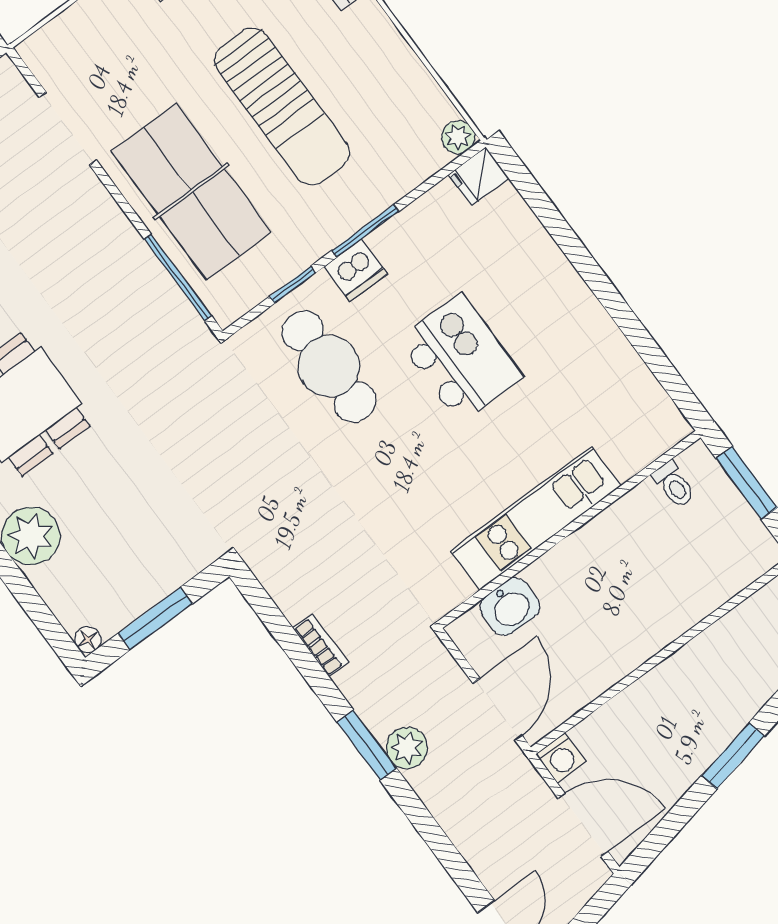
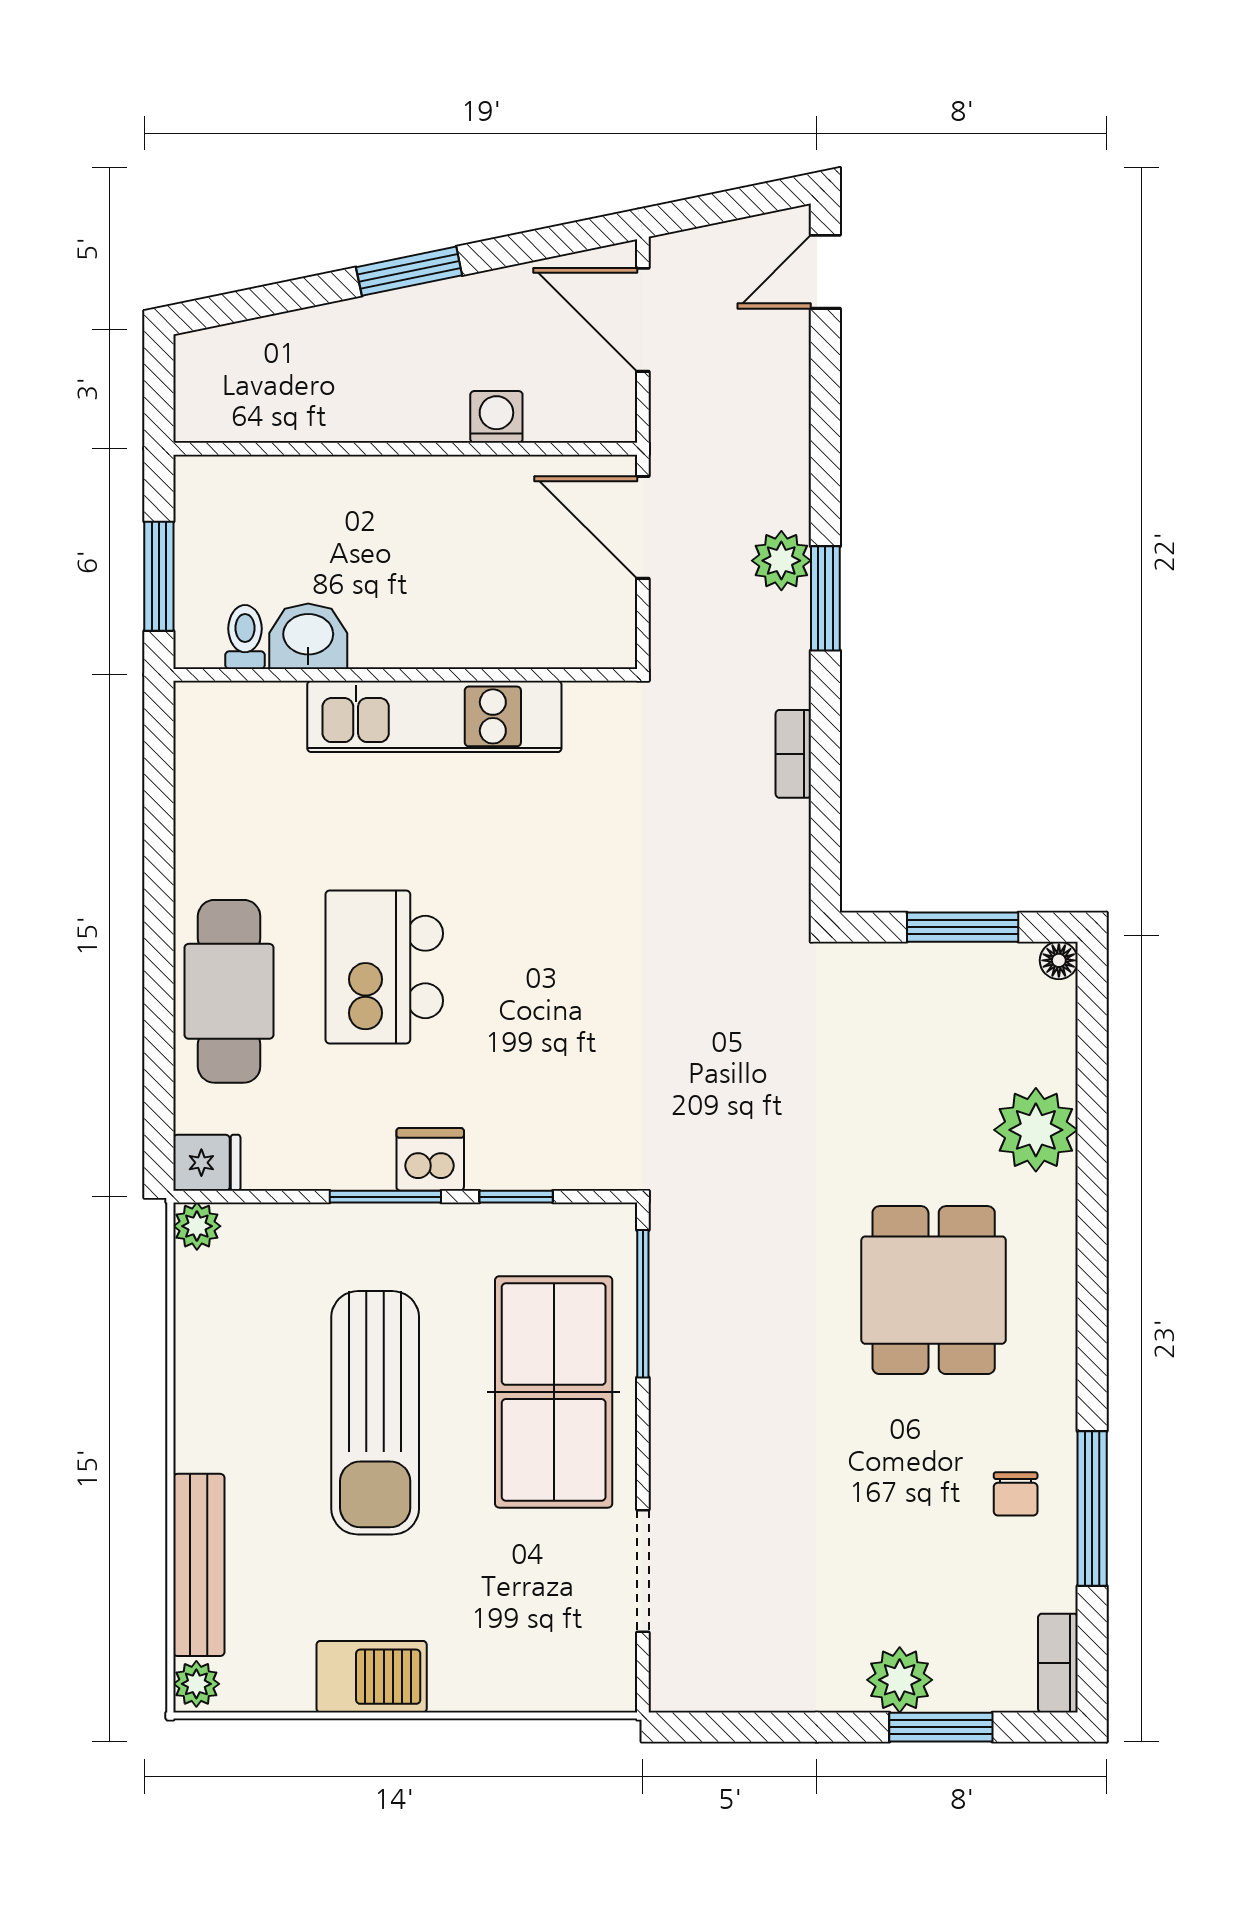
sun lounger: (282, 106) -> (375, 1413), turned 180
cafe table: (329, 366) -> (229, 991), moved
washbasin: (510, 607) -> (308, 636), moved
door: (498, 709) -> (643, 527), hinge flipped
washing machine: (561, 758) -> (496, 417), moved

